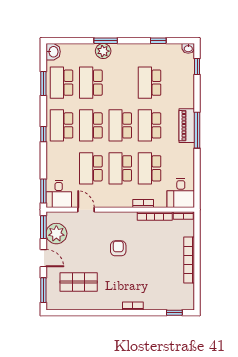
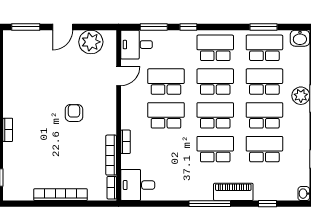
window: (197, 67) -> (267, 204), moved
piano: (187, 126) -> (233, 192), moved
window: (43, 134) -> (188, 27), moved
school desk: (150, 168) -> (264, 115), moved
window: (43, 191) -> (154, 27), moved
window: (43, 227) -> (98, 27), removed
armchair: (118, 248) -> (74, 113), turned -90
shop shelf: (79, 282) -> (35, 68), removed

